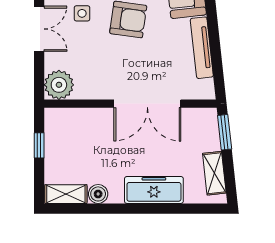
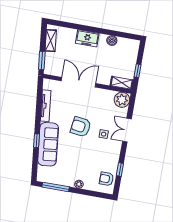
freezer: (154, 190) -> (87, 38), width x0.71
shelving: (66, 194) -> (122, 83), moved

